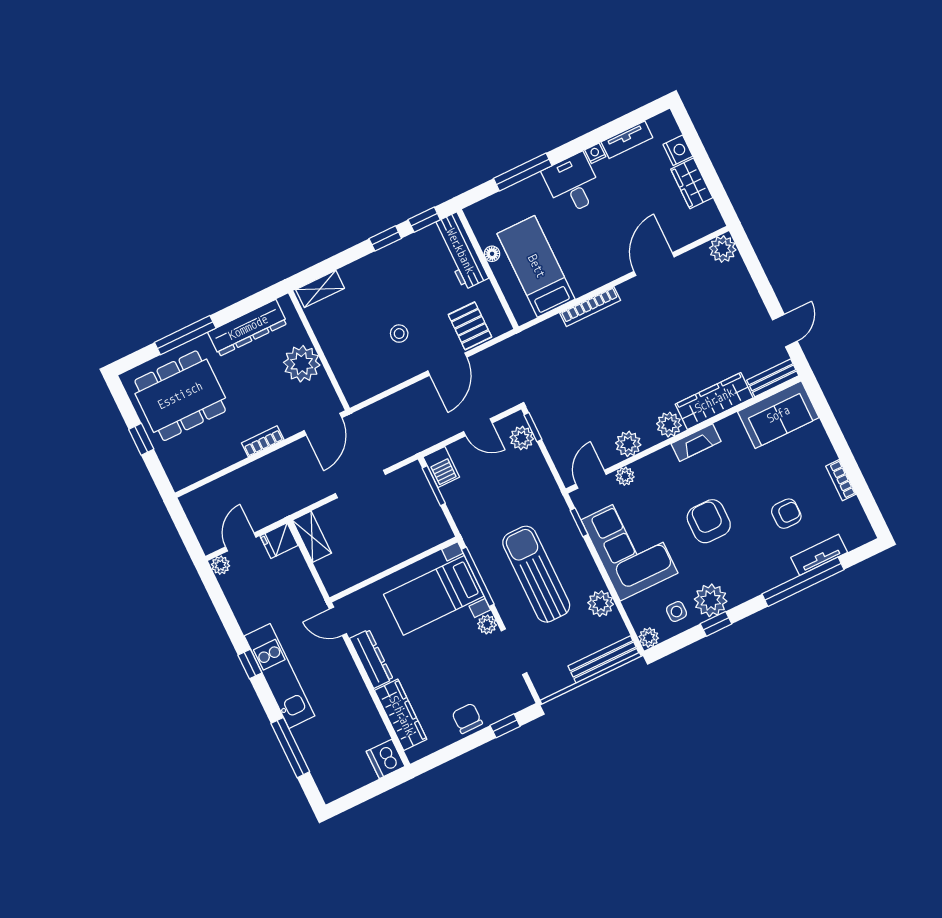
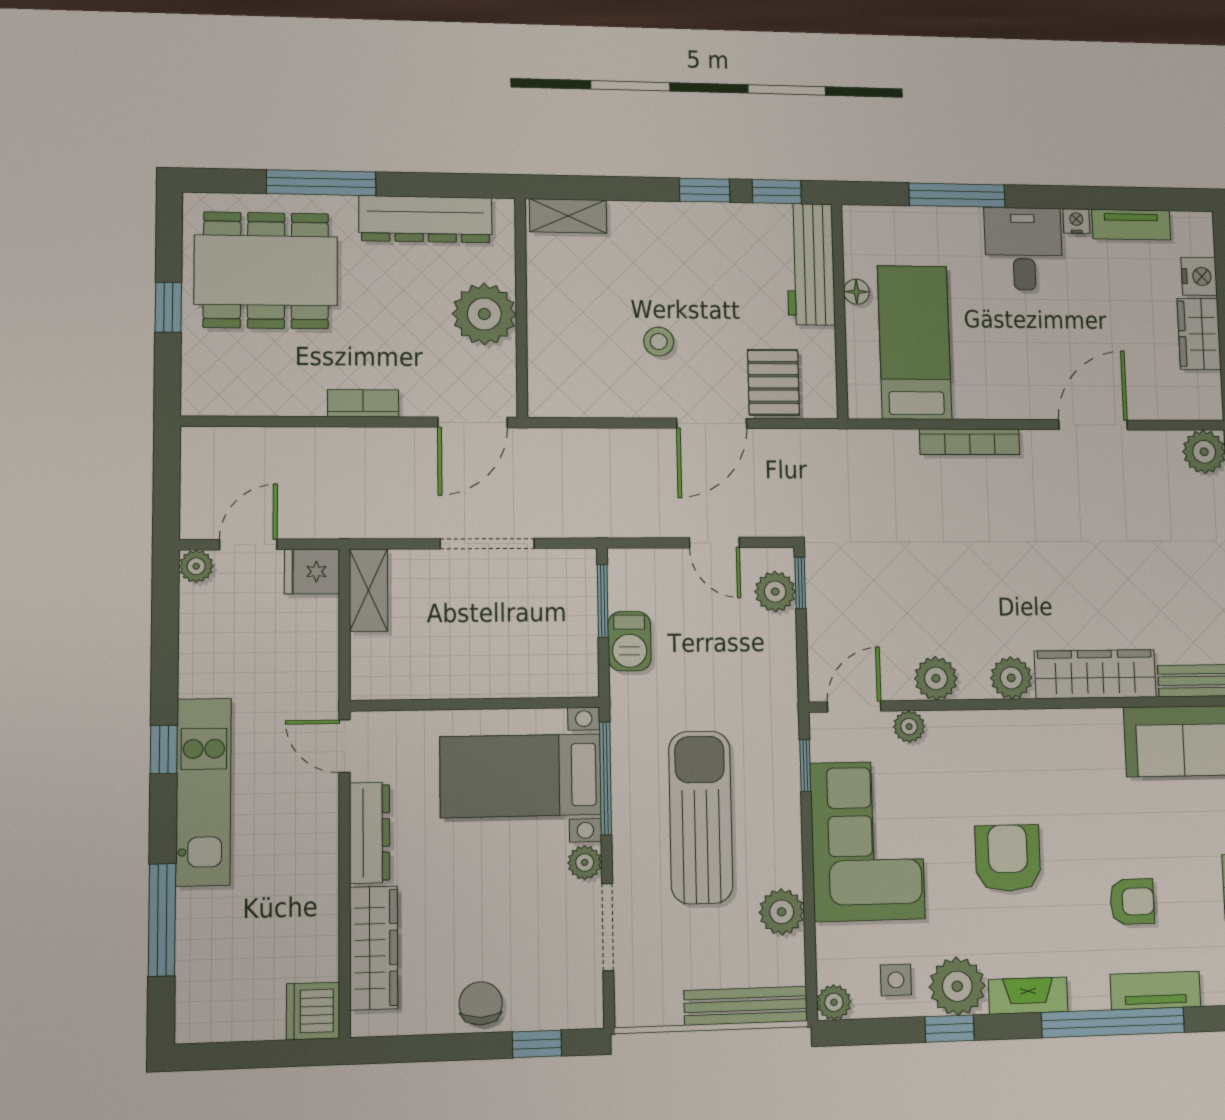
fireplace: (696, 443) -> (1028, 996), moved, turned 180
barbecue: (441, 467) -> (629, 641), moved

